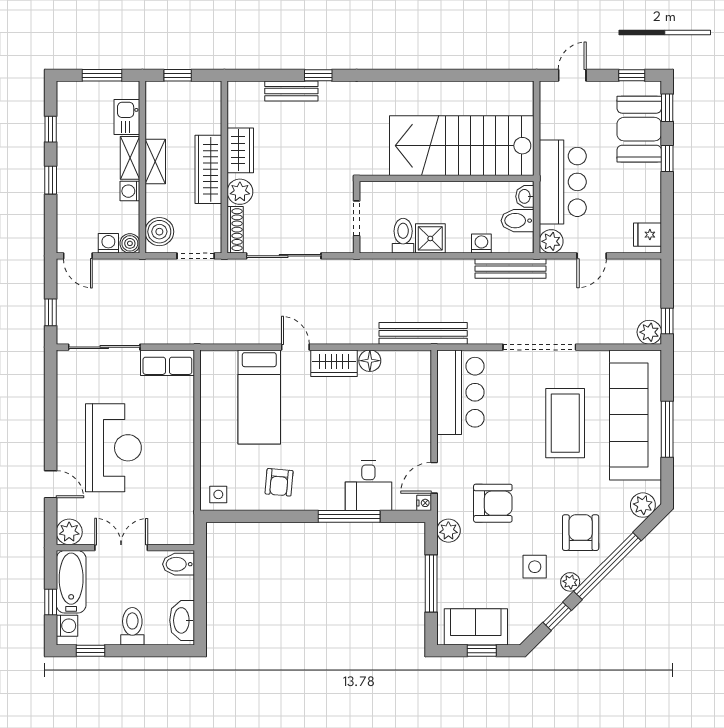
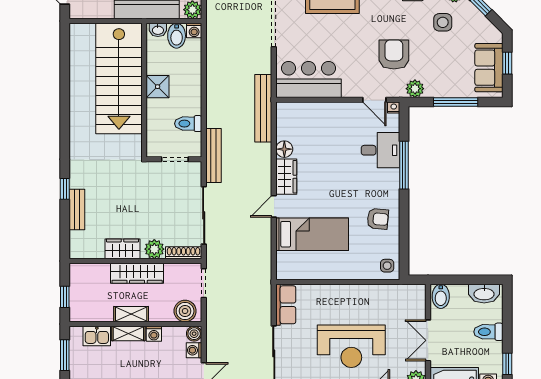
shower: (430, 238) -> (158, 87), moved
washing machine: (481, 243) -> (194, 30), moved, turned -90
bench: (511, 269) -> (213, 155), moved
reception desk: (113, 448) -> (351, 346), turned 180

